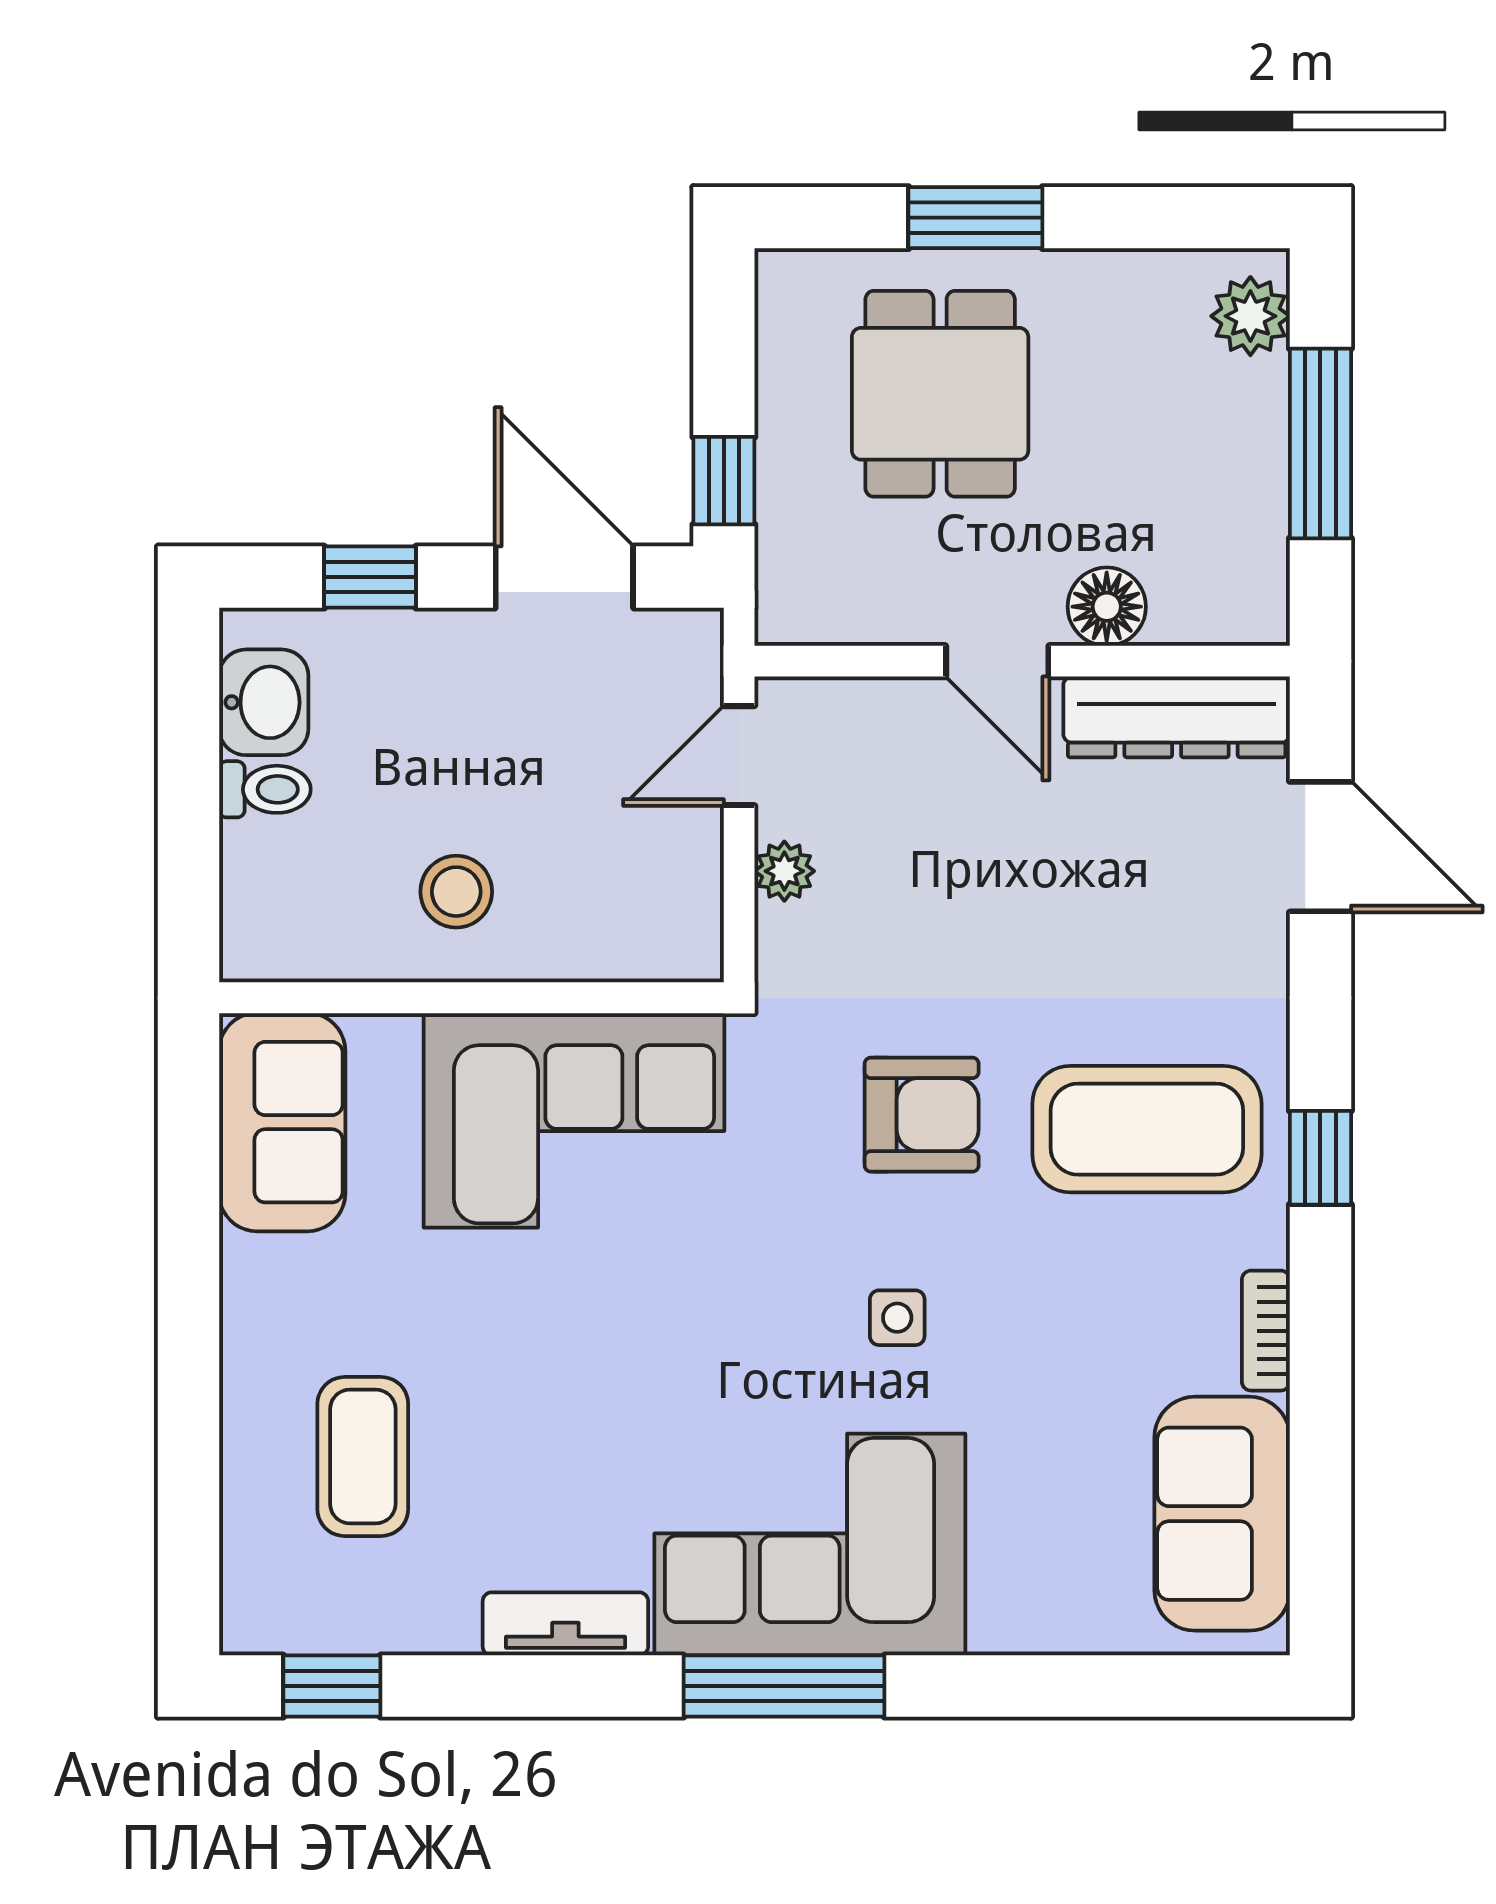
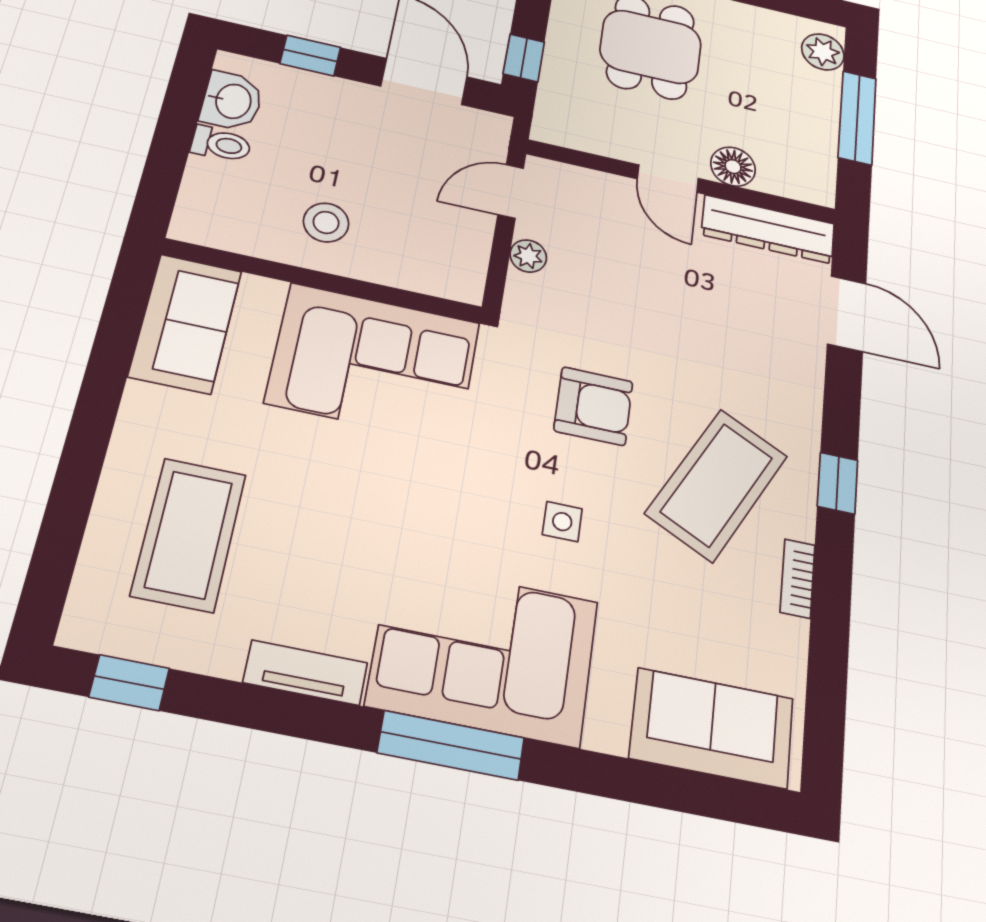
coffee table: (1147, 1129) -> (717, 485), moved, turned -63
coffee table: (363, 1456) -> (189, 534), width x1.36, depth x1.32
sofa: (1222, 1514) -> (712, 728), moved, turned 90

